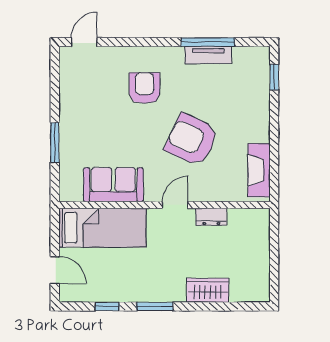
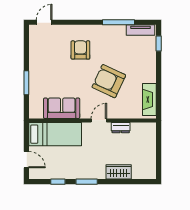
tv unit: (208, 55) -> (141, 30), moved

